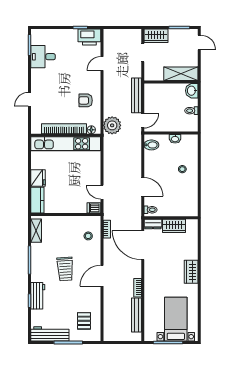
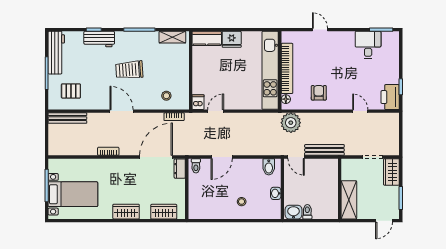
washbasin: (192, 91) -> (293, 212), moved
wardrobe: (174, 226) -> (164, 212), moved, turned 90
bench: (137, 315) -> (67, 118), moved

